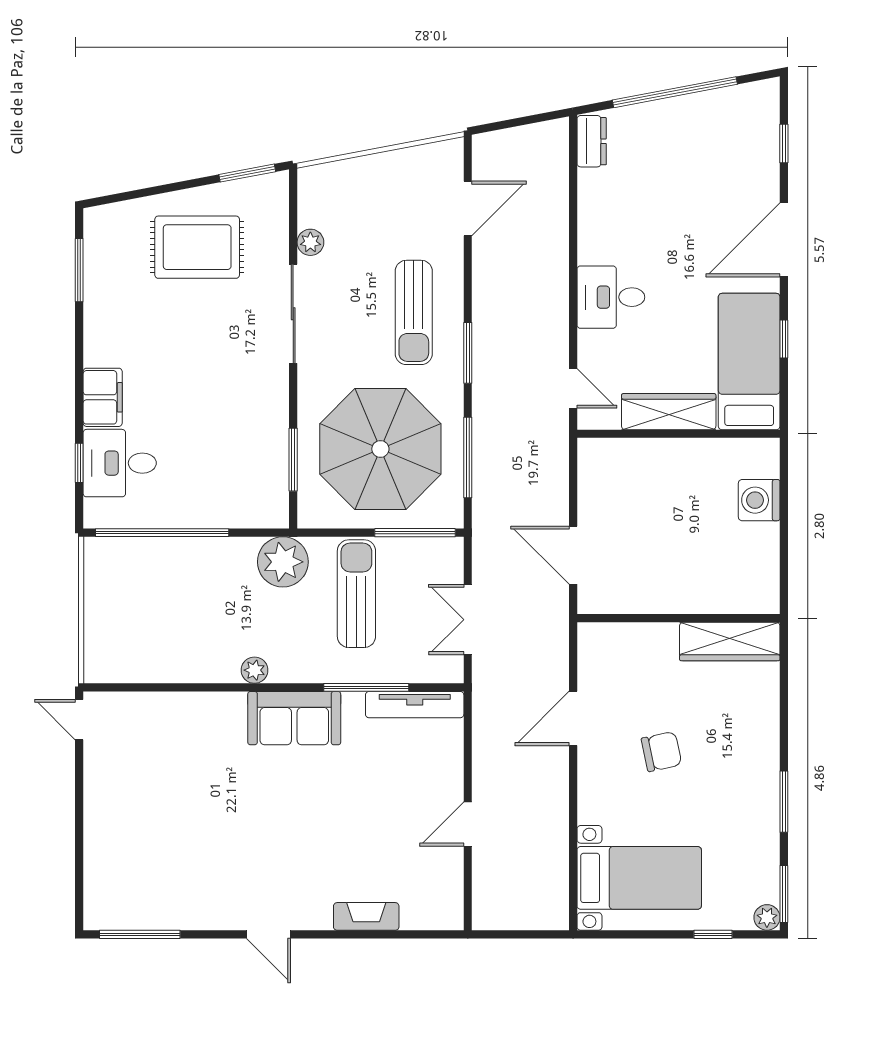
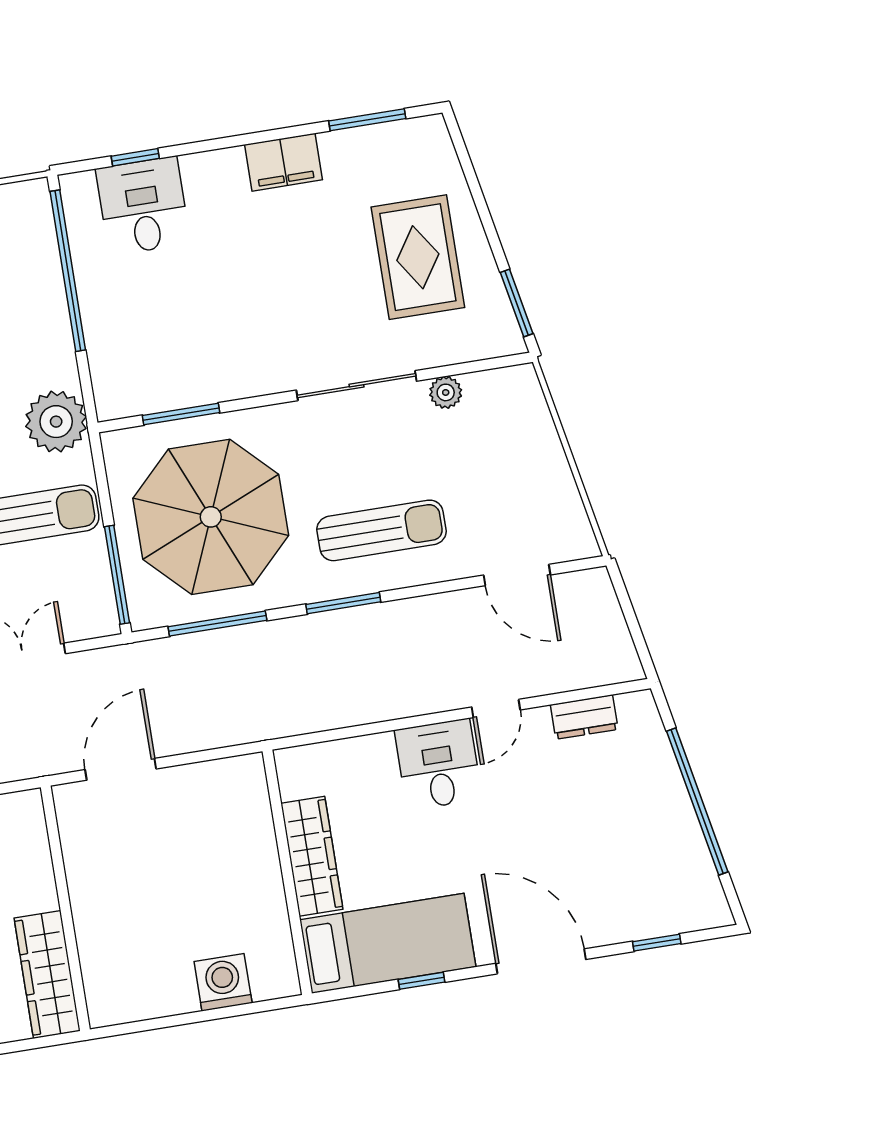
dresser: (592, 141) -> (584, 717), moved
sun lounger: (414, 312) -> (382, 530), turned 180
door: (573, 388) -> (496, 709), moved
filing cabinet: (103, 397) -> (284, 162), moved

